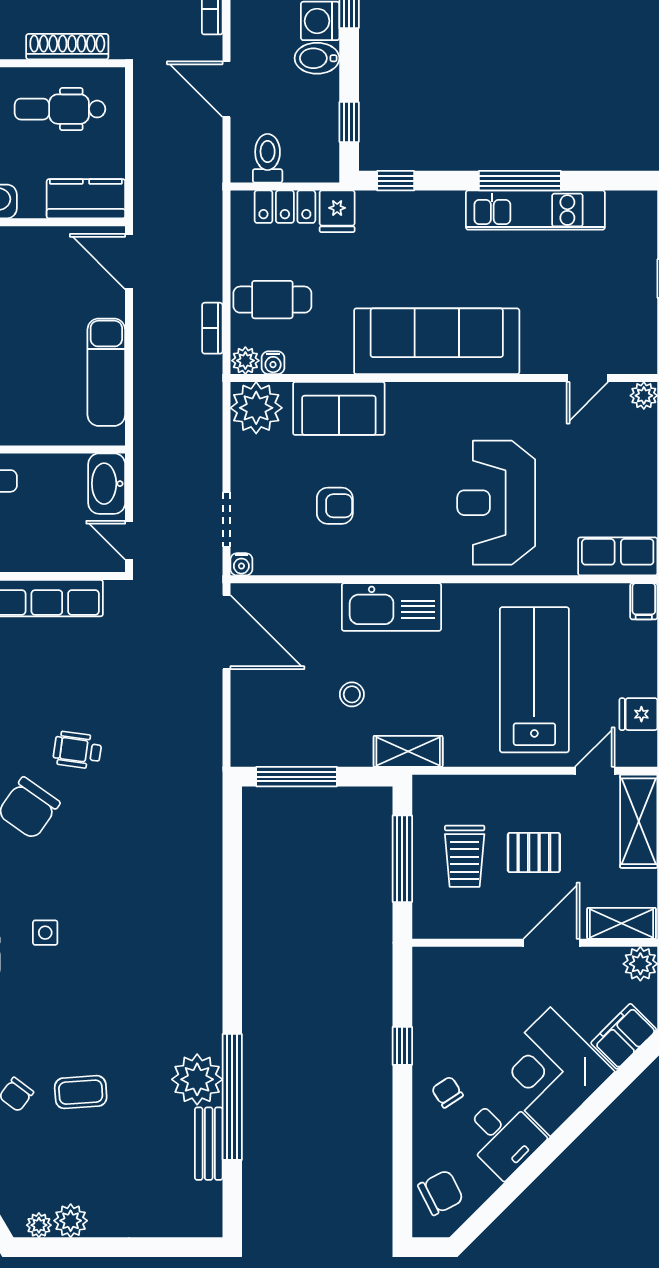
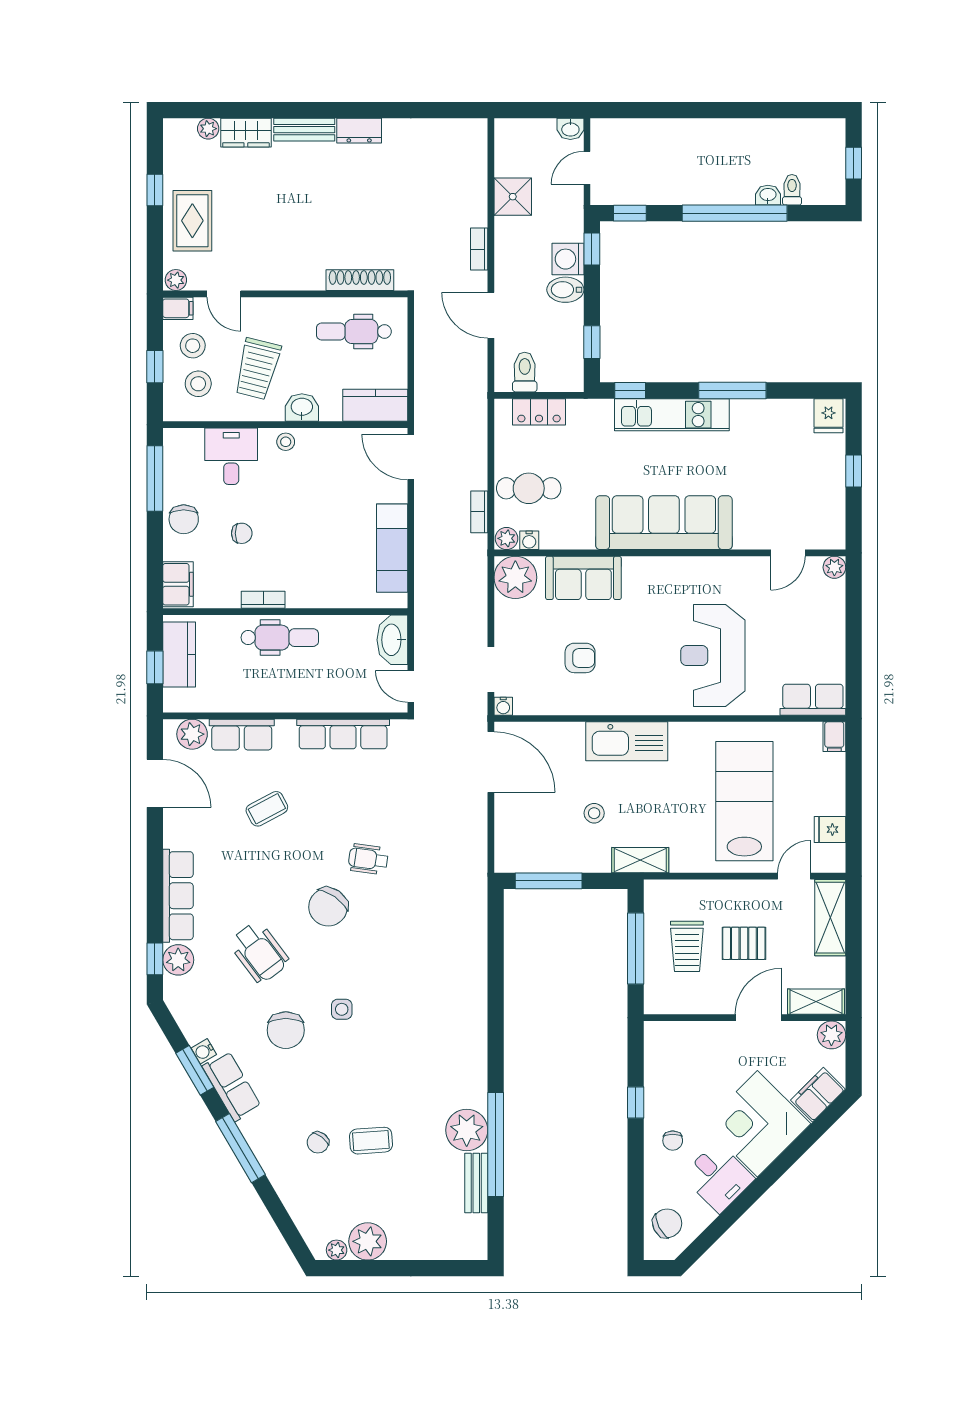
kitchen unit: (535, 210) -> (672, 415), moved
fridge: (337, 211) -> (828, 416), moved
chair: (447, 1092) -> (673, 1141), turned -147
plant: (71, 1221) -> (368, 1241), width x1.36, depth x1.36

